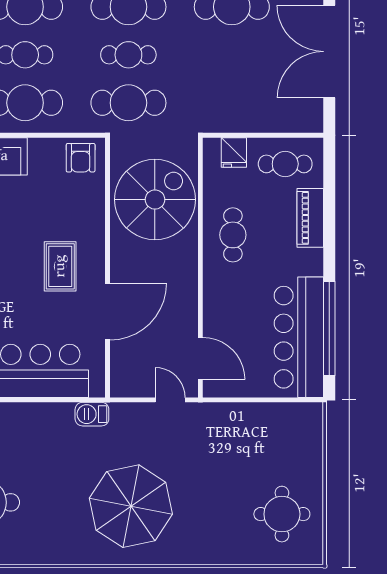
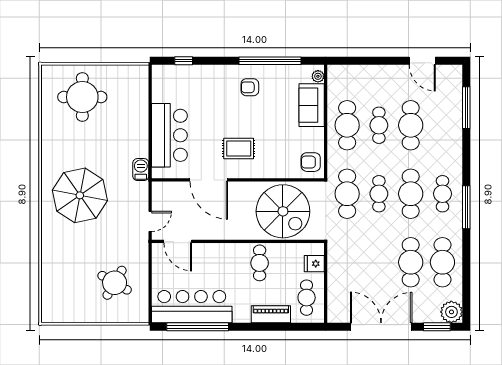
cafe table: (233, 235) -> (260, 263), turned 90
door: (200, 358) -> (178, 241), hinge flipped
round table: (282, 514) -> (115, 283), moved, turned 30

